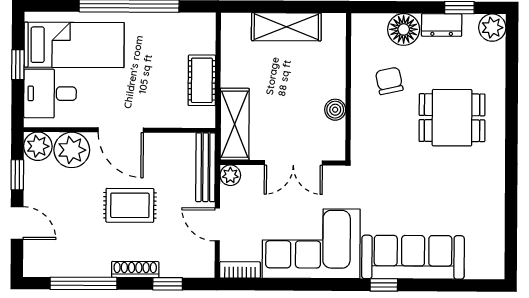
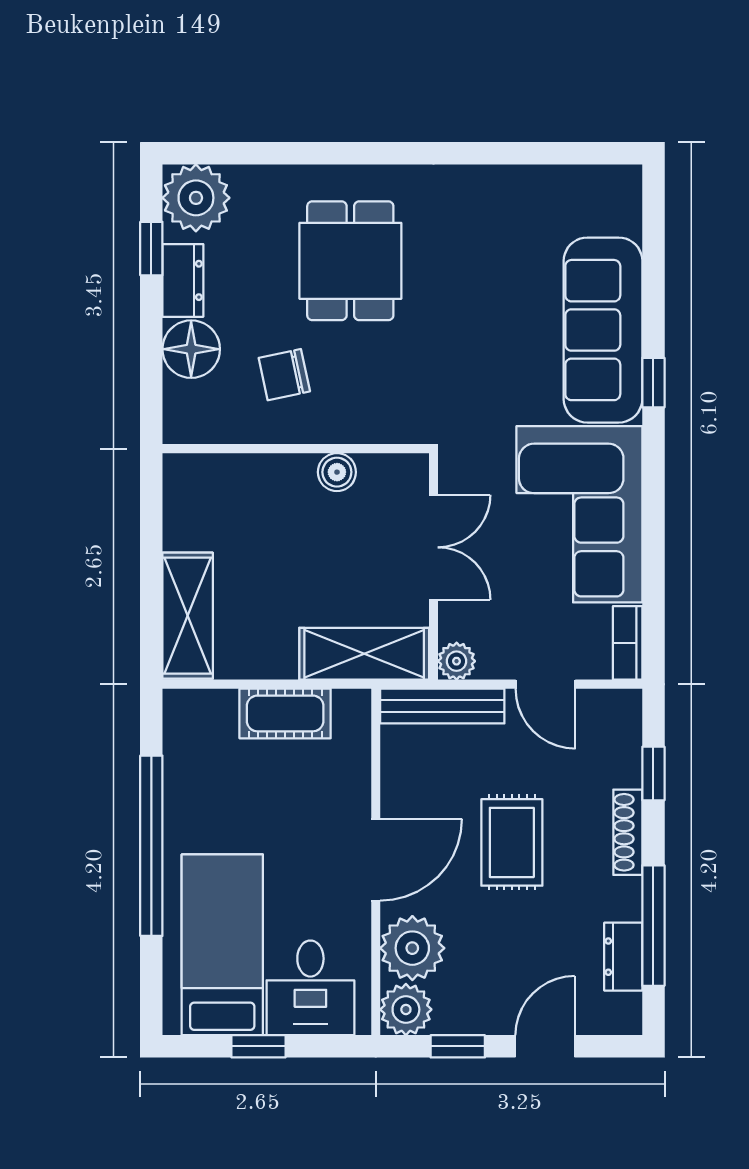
shelving: (286, 27) -> (188, 616), moved
plant: (492, 28) -> (196, 198), width x1.36, depth x1.36
door: (217, 224) -> (546, 684), hinge flipped
dresser: (66, 267) -> (623, 957), added

